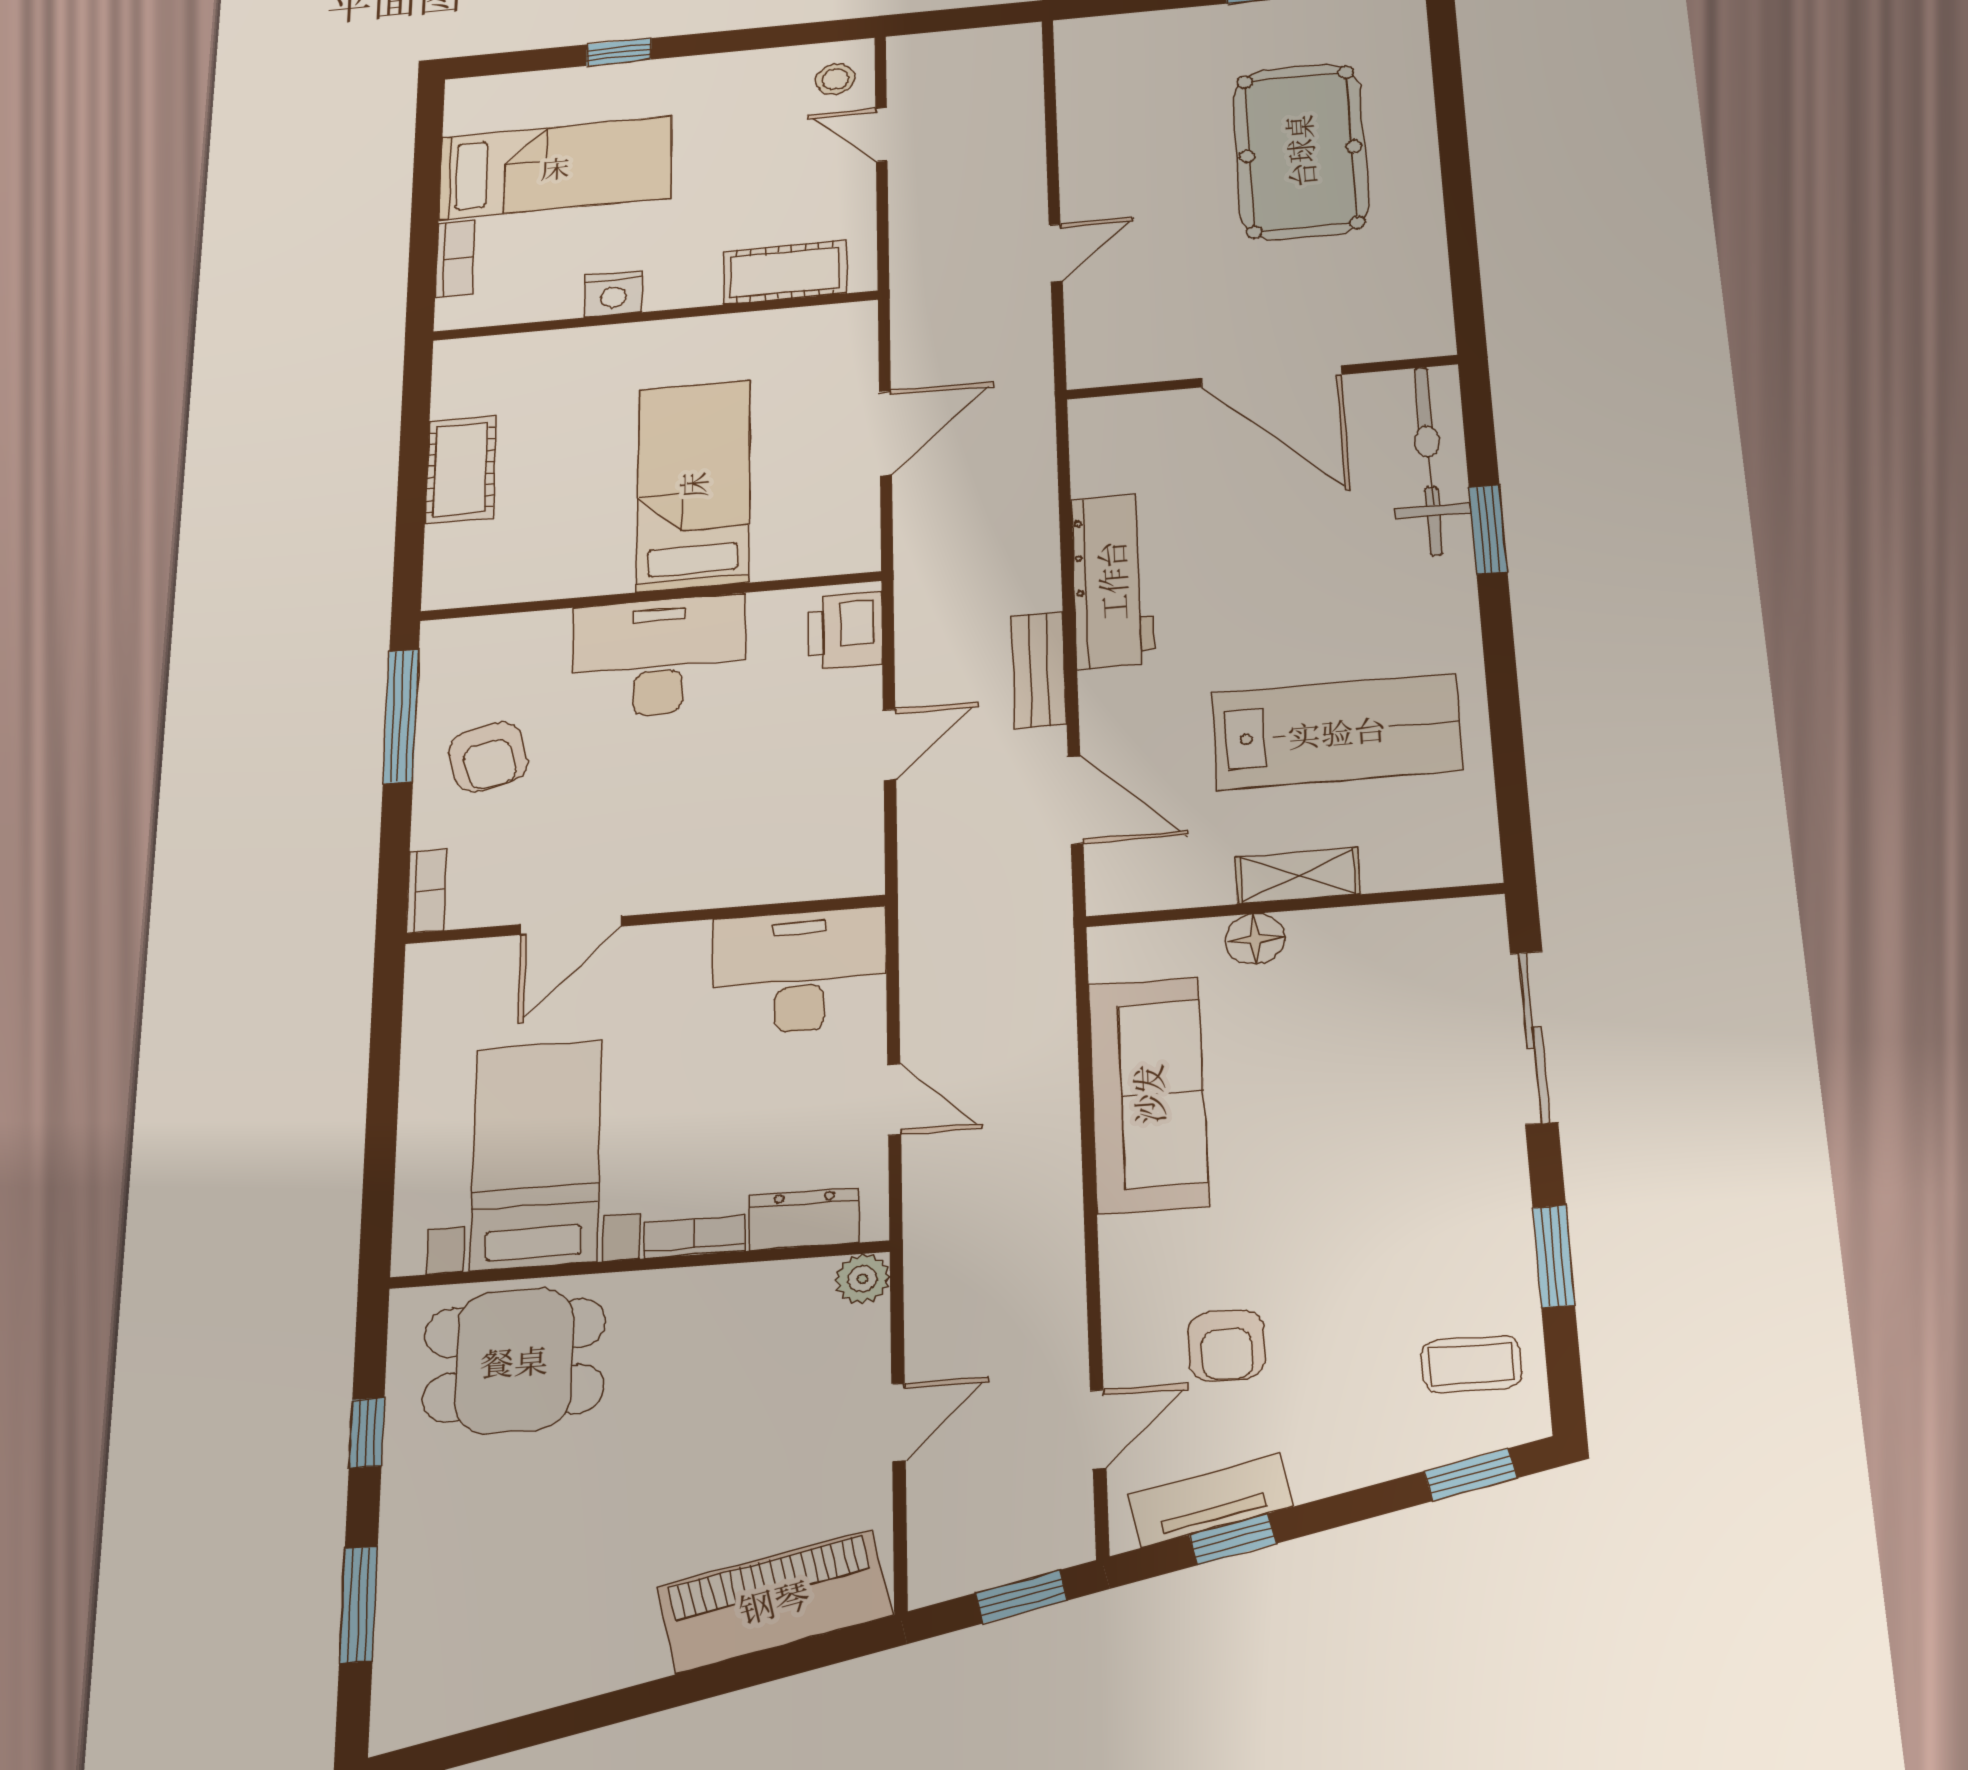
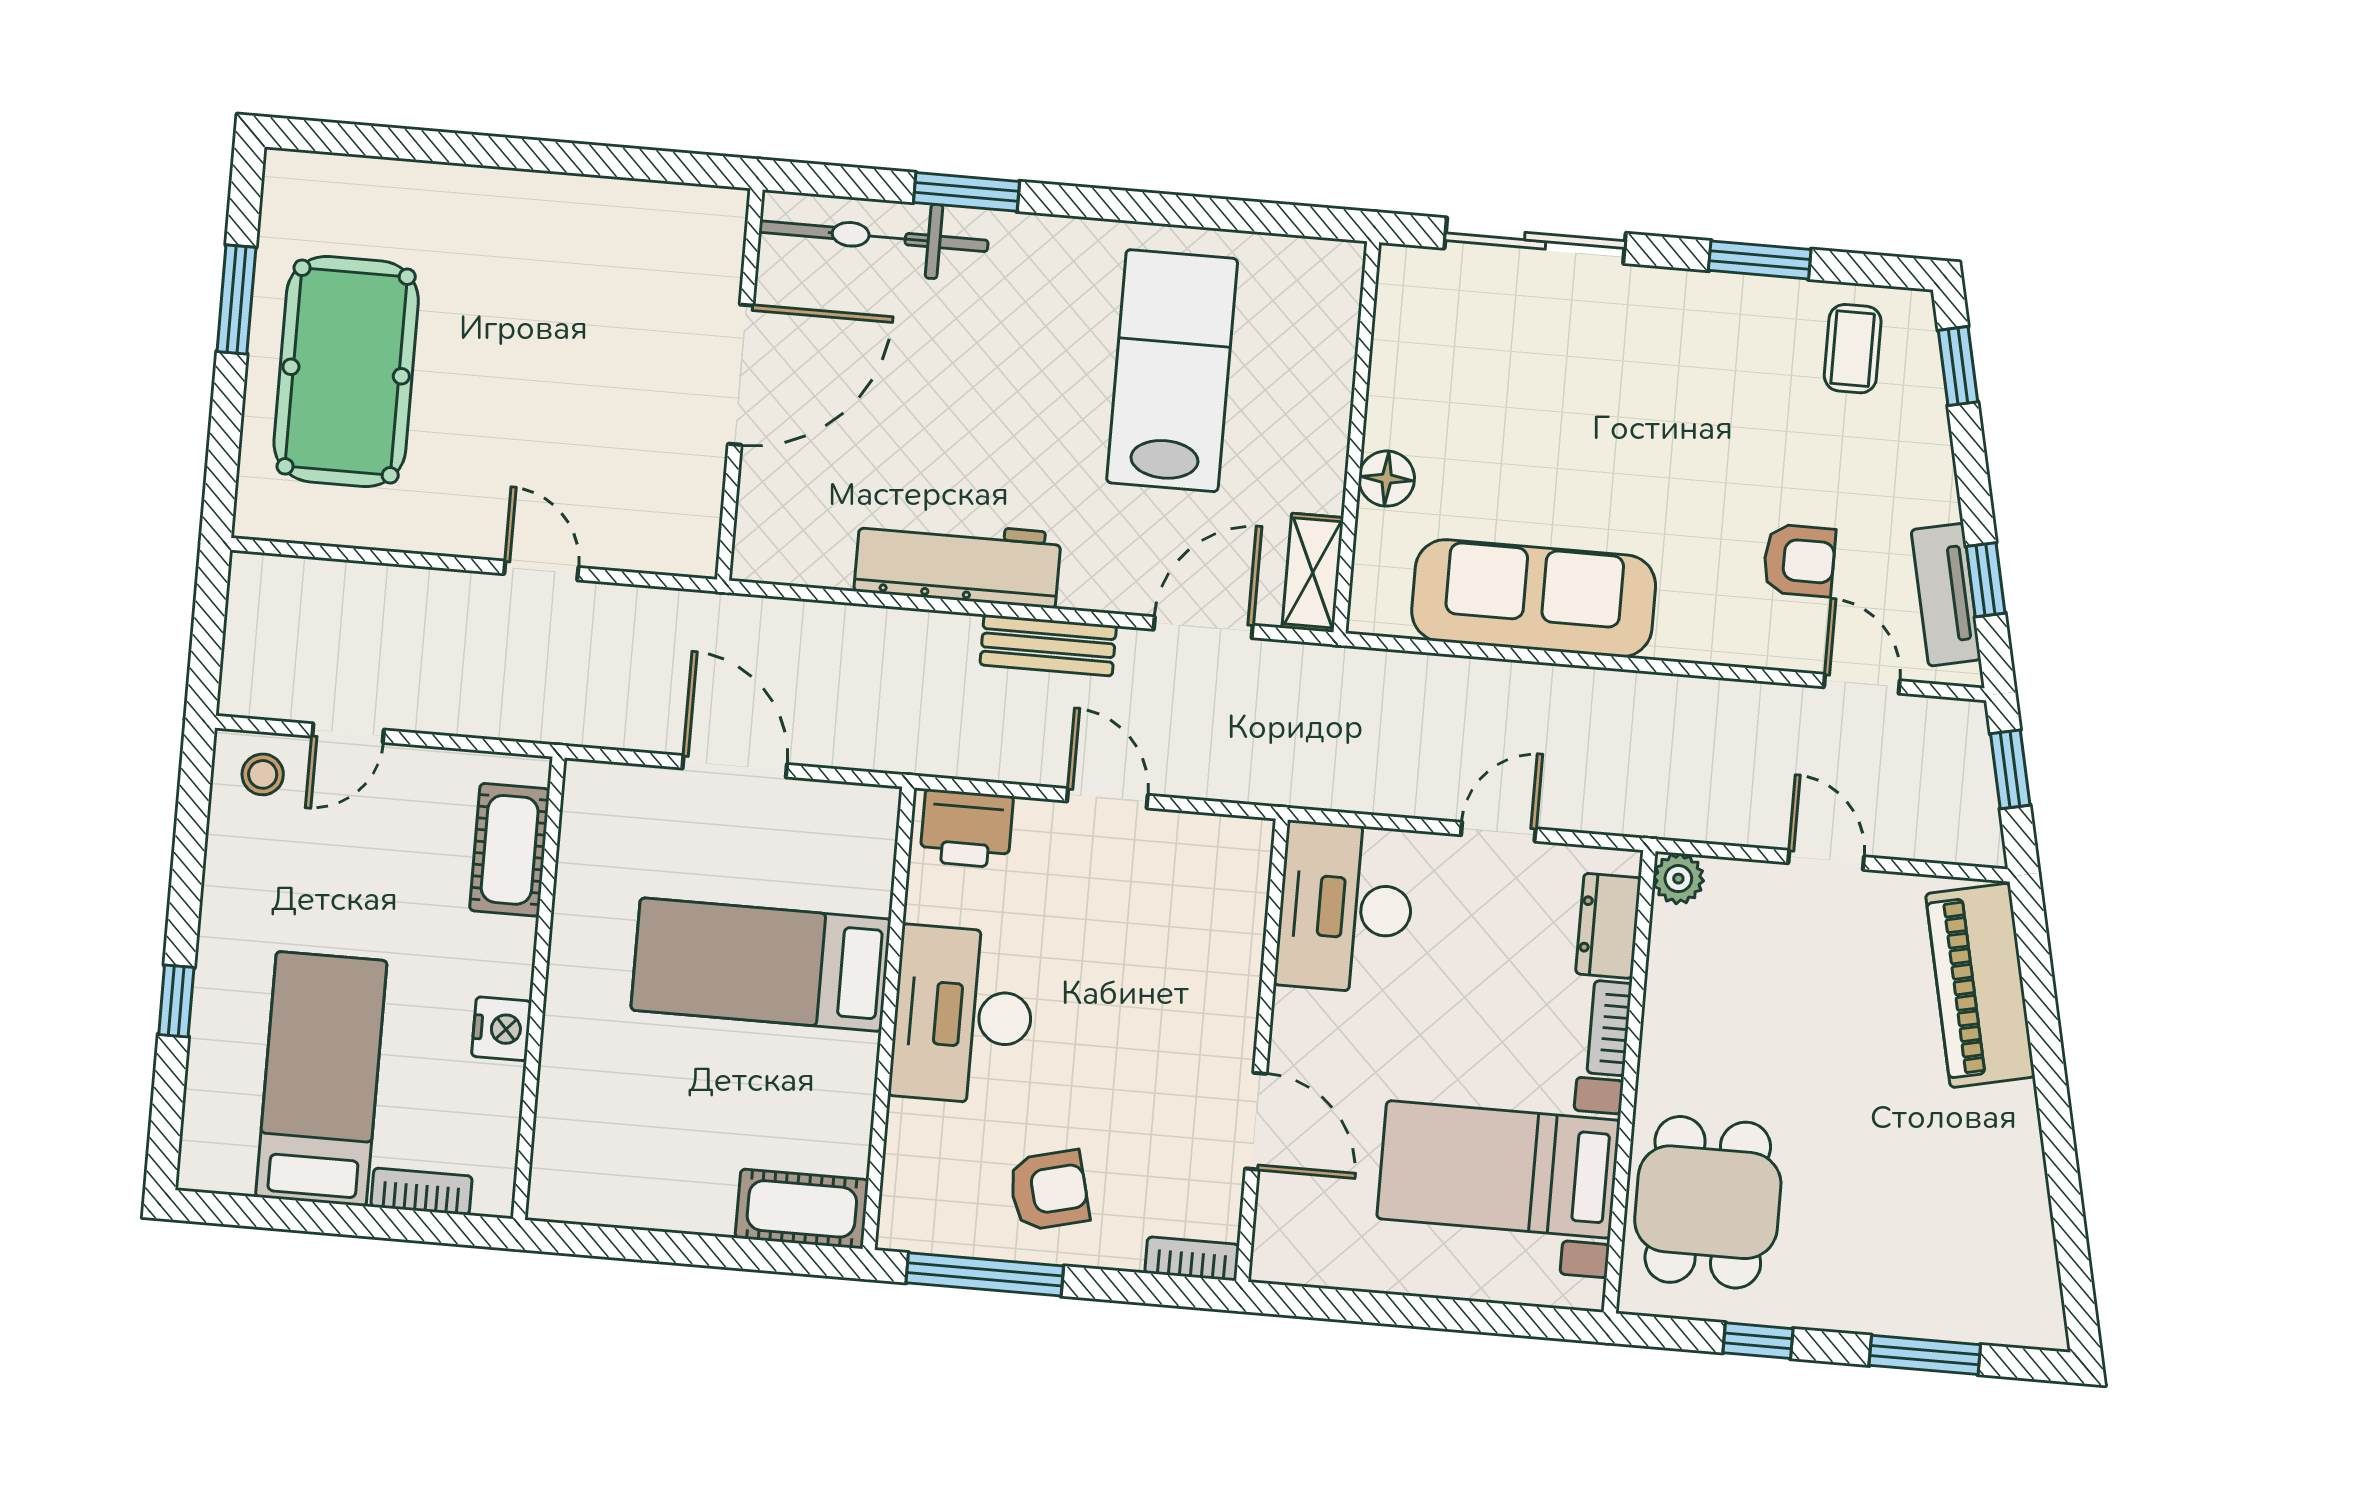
pool table: (1300, 151) -> (346, 372), moved, turned 90
cot: (461, 469) -> (802, 1209), moved
shelving: (1298, 876) -> (1313, 573), moved

